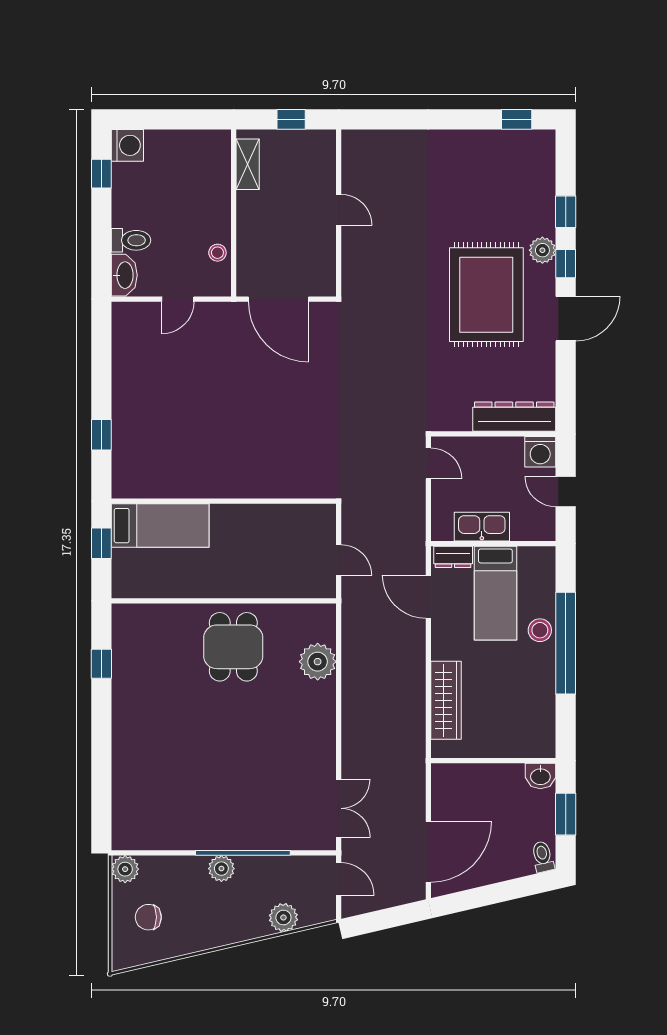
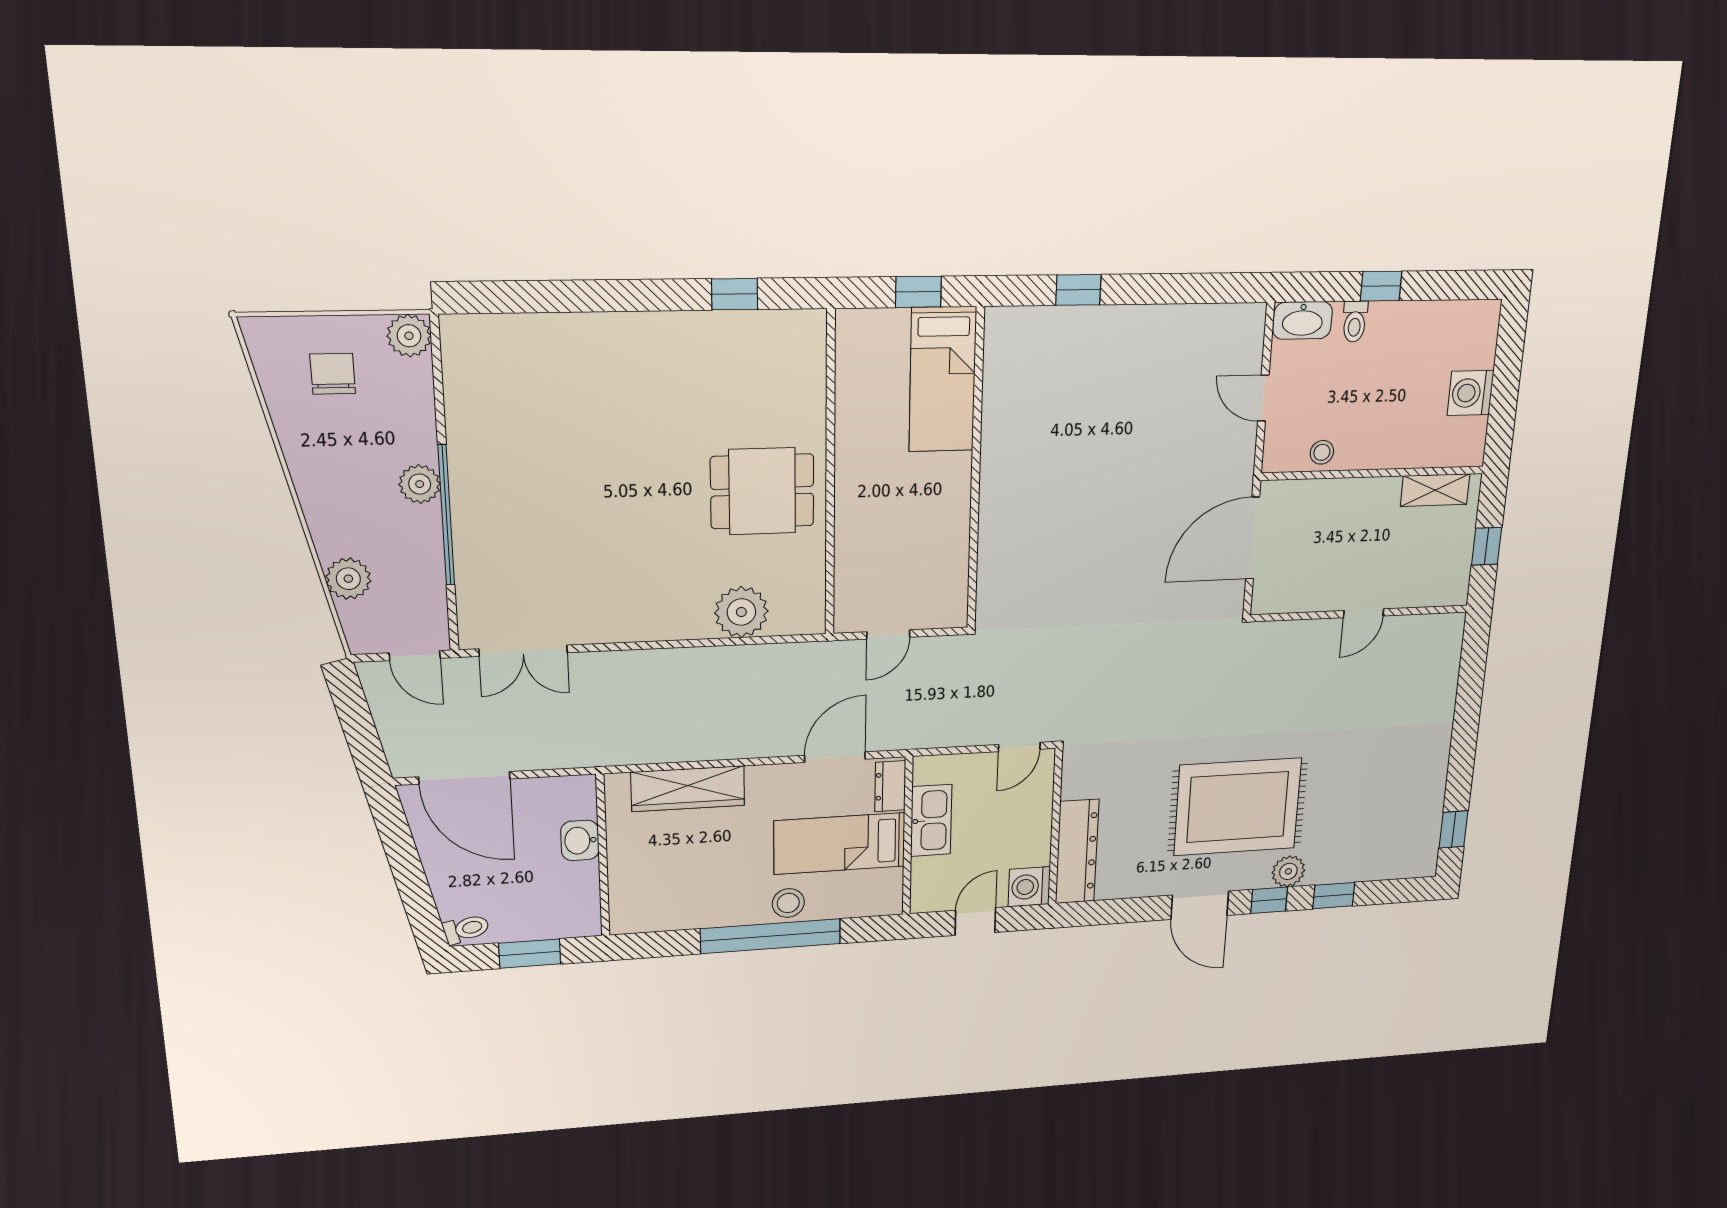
washing machine: (127, 145) -> (1471, 393), moved, turned 90
window: (101, 174) -> (1381, 286), moved
toilet: (131, 240) -> (1355, 322), width x0.73, depth x0.72
washbasin: (540, 776) -> (580, 840), moved
door: (339, 879) -> (415, 656), hinge flipped

